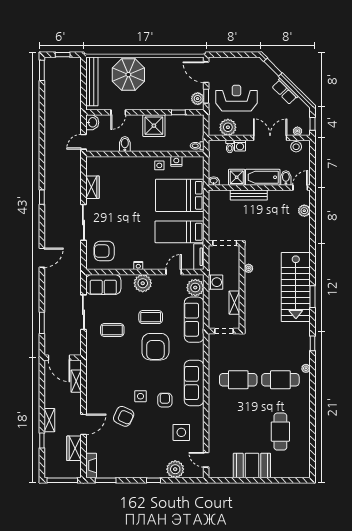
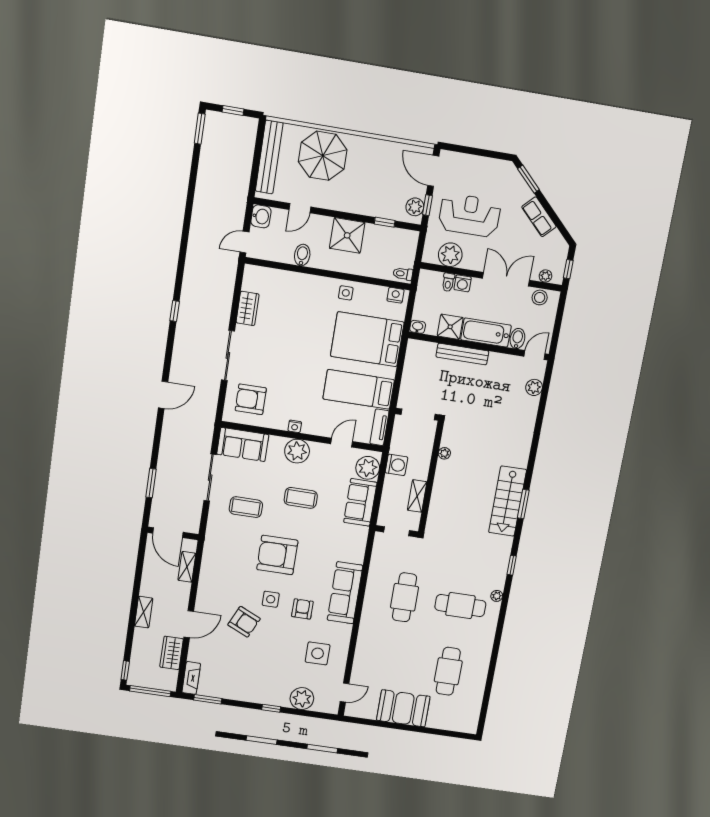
nightstand: (176, 161) -> (395, 295), moved
stairs: (296, 287) -> (508, 501), width x0.73, depth x0.66
sofa: (194, 320) -> (360, 502), width x0.73
armchair: (155, 347) -> (277, 555), moved, turned 90
cafe table: (238, 380) -> (405, 597), turned 90
window: (42, 441) -> (125, 670), moved
door: (206, 460) -> (344, 693), swing flipped

